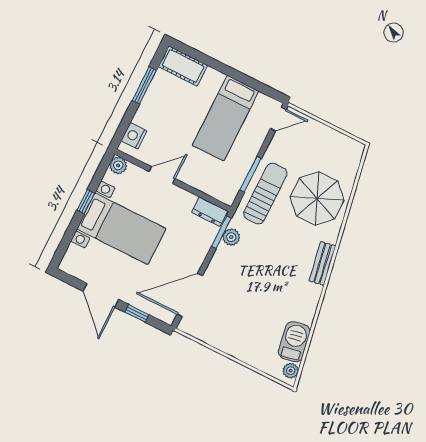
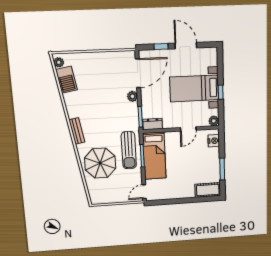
bed: (226, 118) -> (154, 156), moved, turned 180
plant: (231, 237) -> (132, 96), moved

